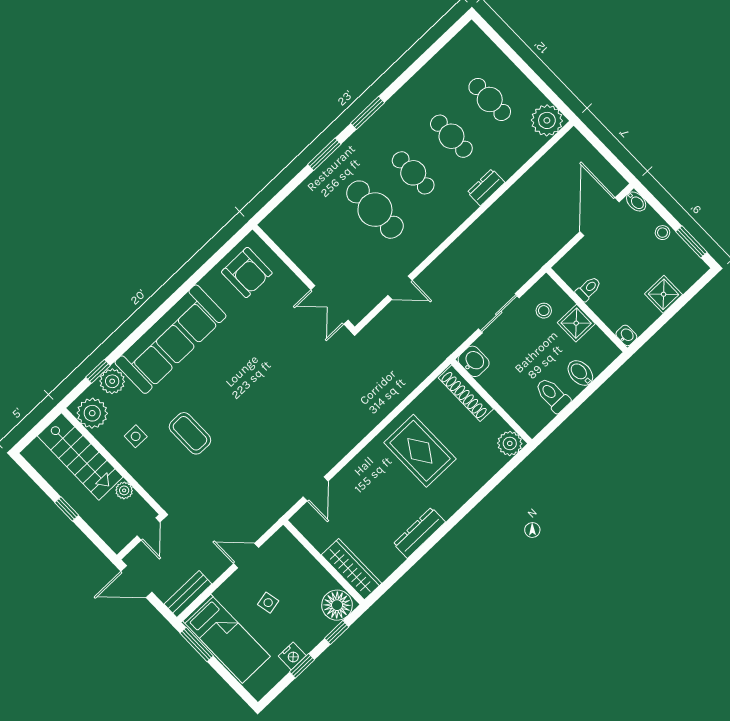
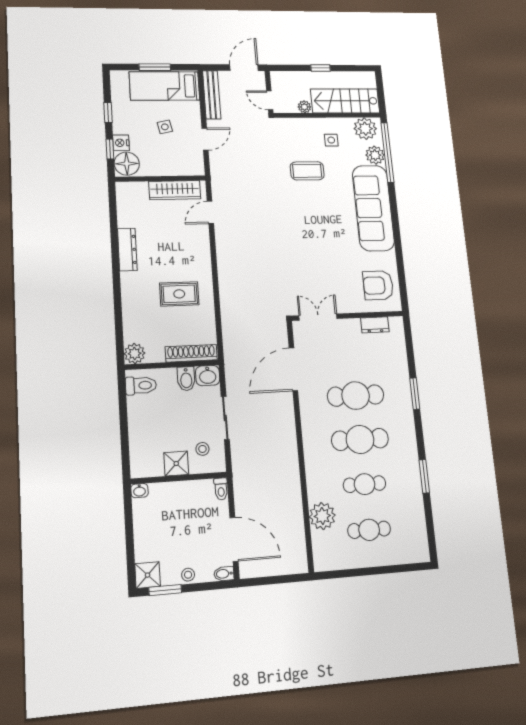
window: (368, 113) -> (424, 476), moved
plant: (547, 120) -> (322, 516), moved
cafe table: (413, 173) -> (360, 439), width x1.37, depth x1.35
dresser: (486, 187) -> (375, 325), moved, turned 90
door: (400, 288) -> (293, 369), width x1.88
toilet: (588, 289) -> (221, 489), moved
shower: (664, 294) -> (148, 575), moved
window: (98, 371) -> (387, 152), width x3.17
bidet: (580, 373) -> (186, 379), moved, turned 90
toilet: (552, 395) -> (141, 385), moved
rug: (420, 451) -> (179, 294), width x0.73, depth x0.70
door: (316, 489) -> (210, 212), hinge flipped
wardrobe: (351, 569) -> (175, 190), moved
bench: (188, 594) -> (212, 95), width x1.36
window: (197, 644) -> (155, 67), moved
nightstand: (292, 656) -> (121, 143), moved

